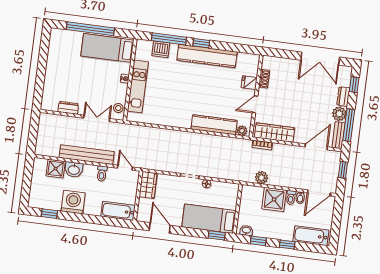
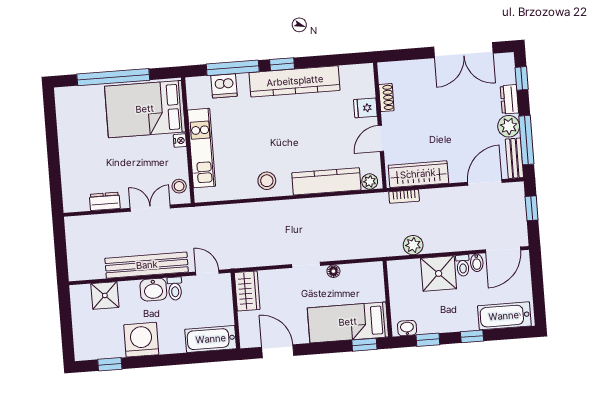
bed: (107, 48) -> (145, 109), width x1.50
stool: (176, 116) -> (267, 181), added
washbasin: (74, 170) -> (153, 290), moved

